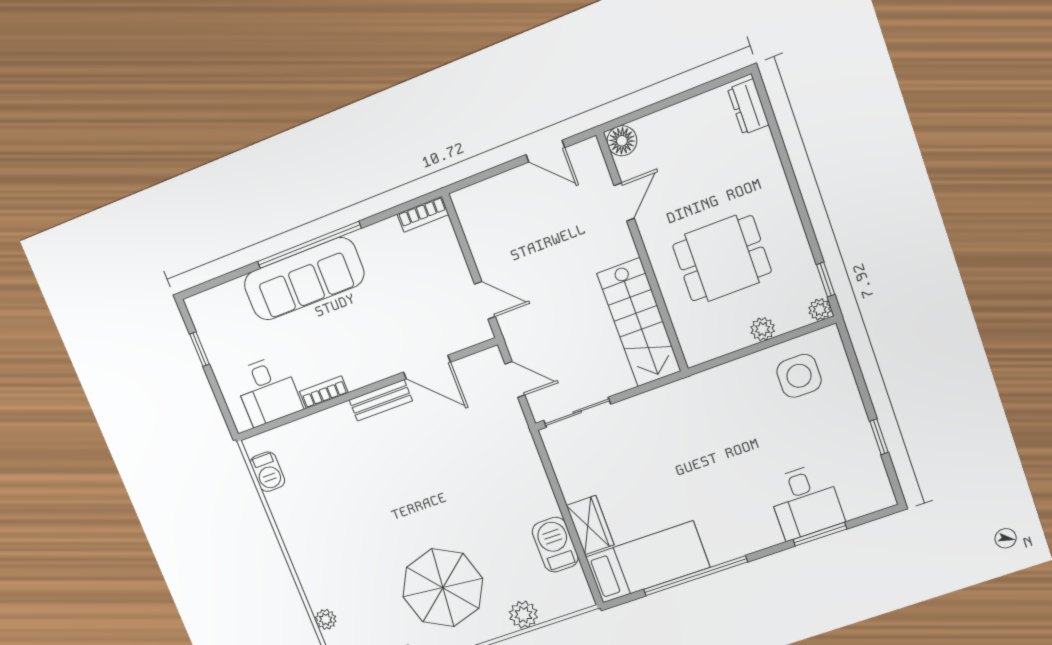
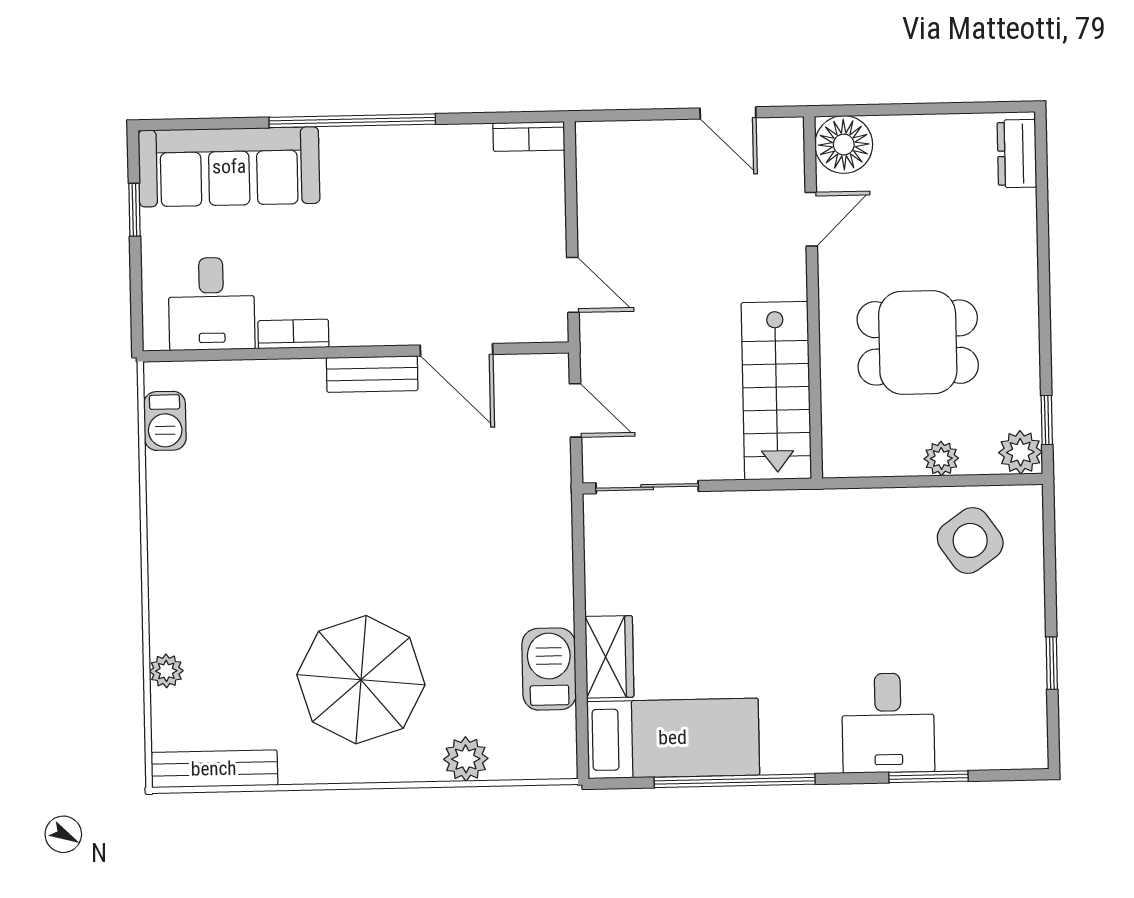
floor lamp: (622, 141) -> (844, 145), width x1.38, depth x1.38
sofa: (304, 279) -> (229, 167), moved
plant: (820, 309) -> (1020, 452), width x1.38, depth x1.38
side table: (799, 376) -> (970, 540), turned -35
desk: (805, 501) -> (888, 723), moved

